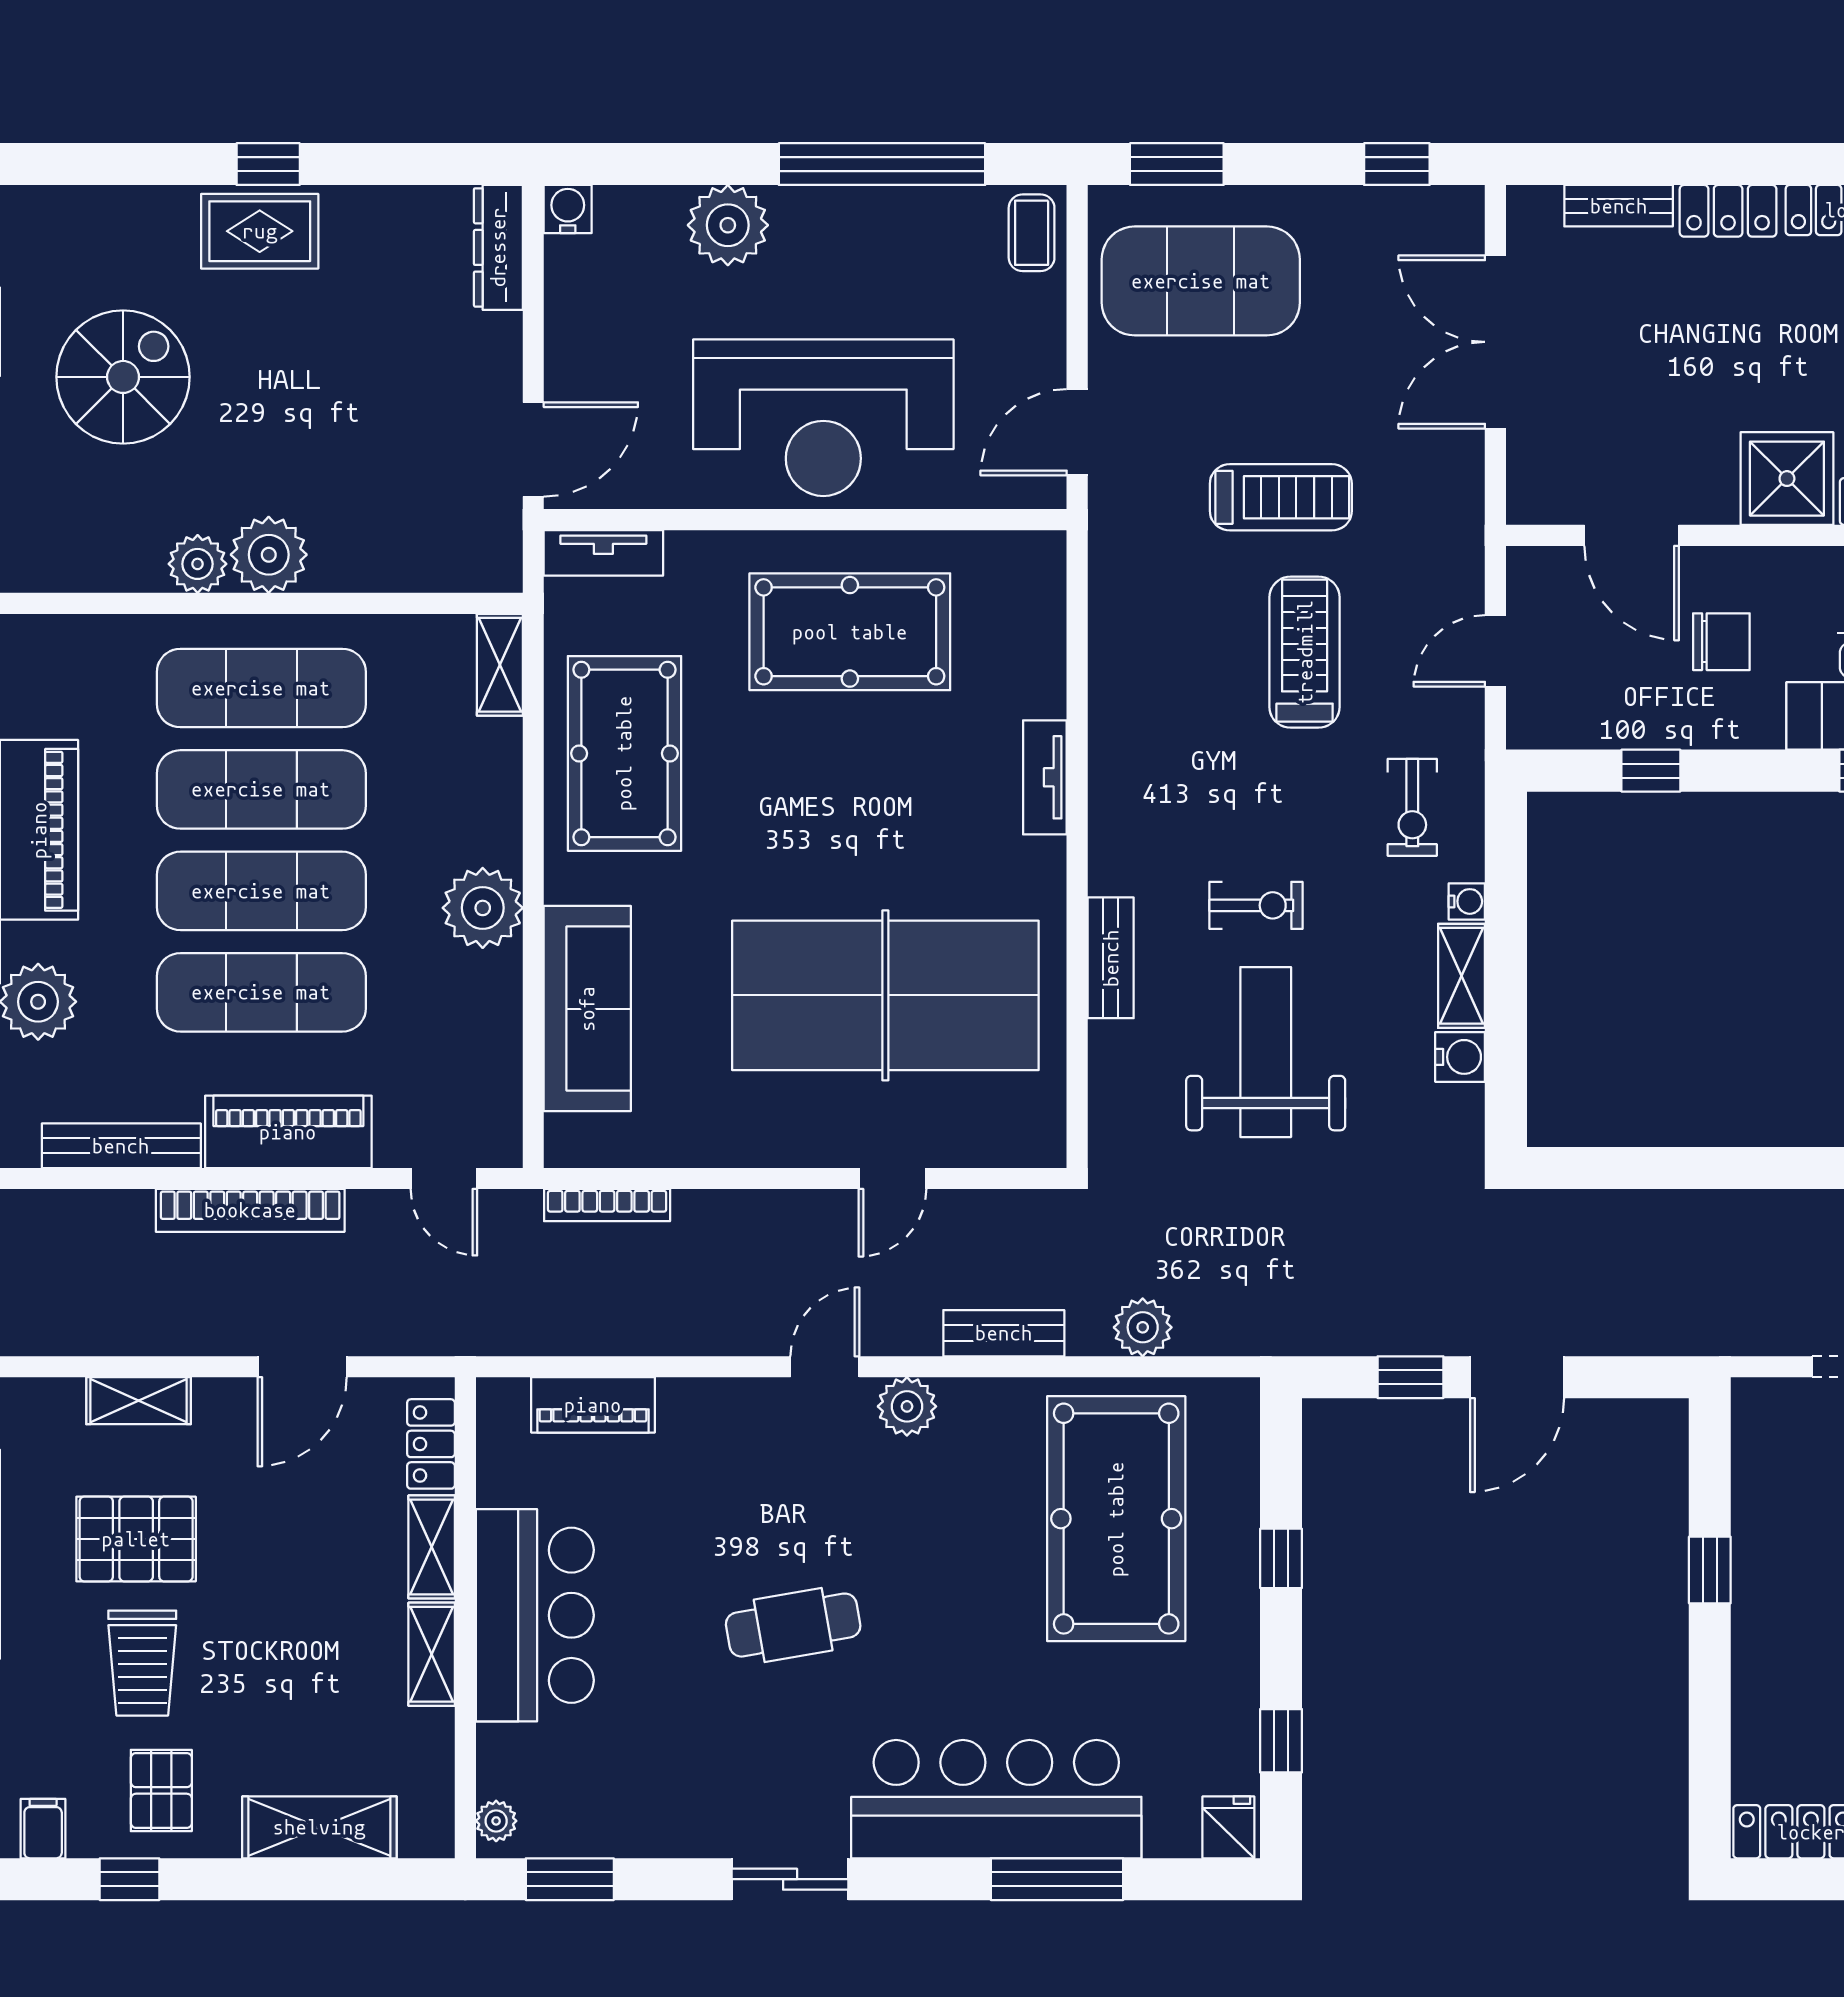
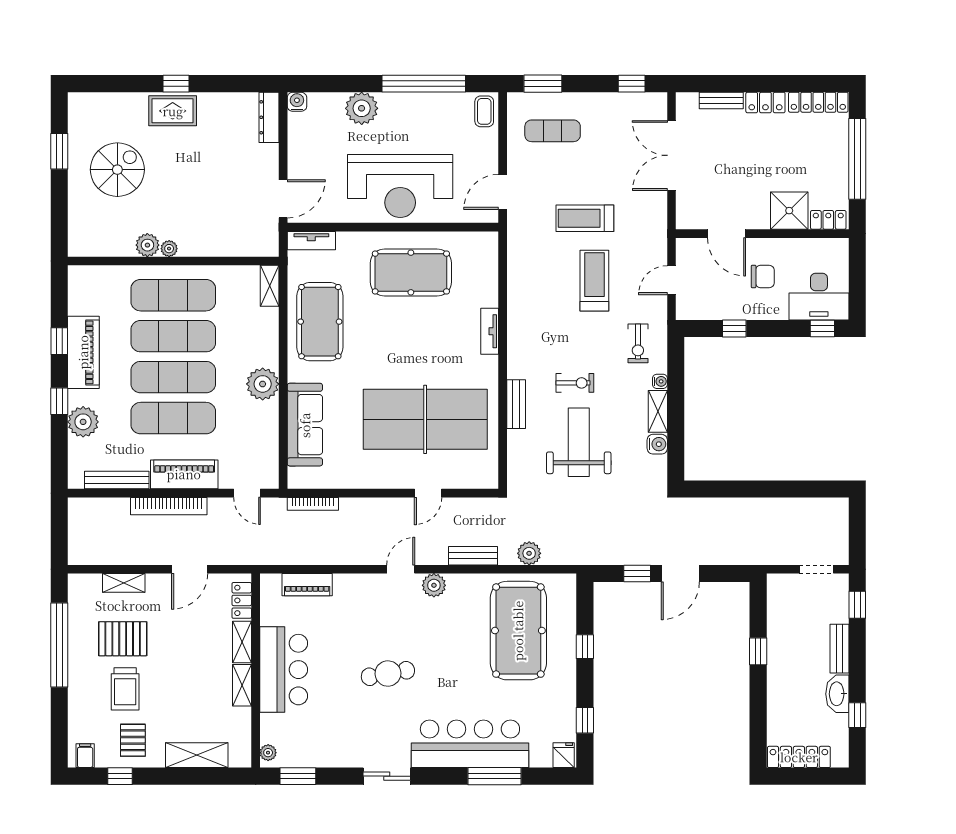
exercise mat: (1201, 281) -> (553, 131), width x0.50, depth x0.69
treadmill: (1281, 497) -> (585, 218), turned 180
plant: (269, 555) -> (169, 249), width x0.53, depth x0.53

